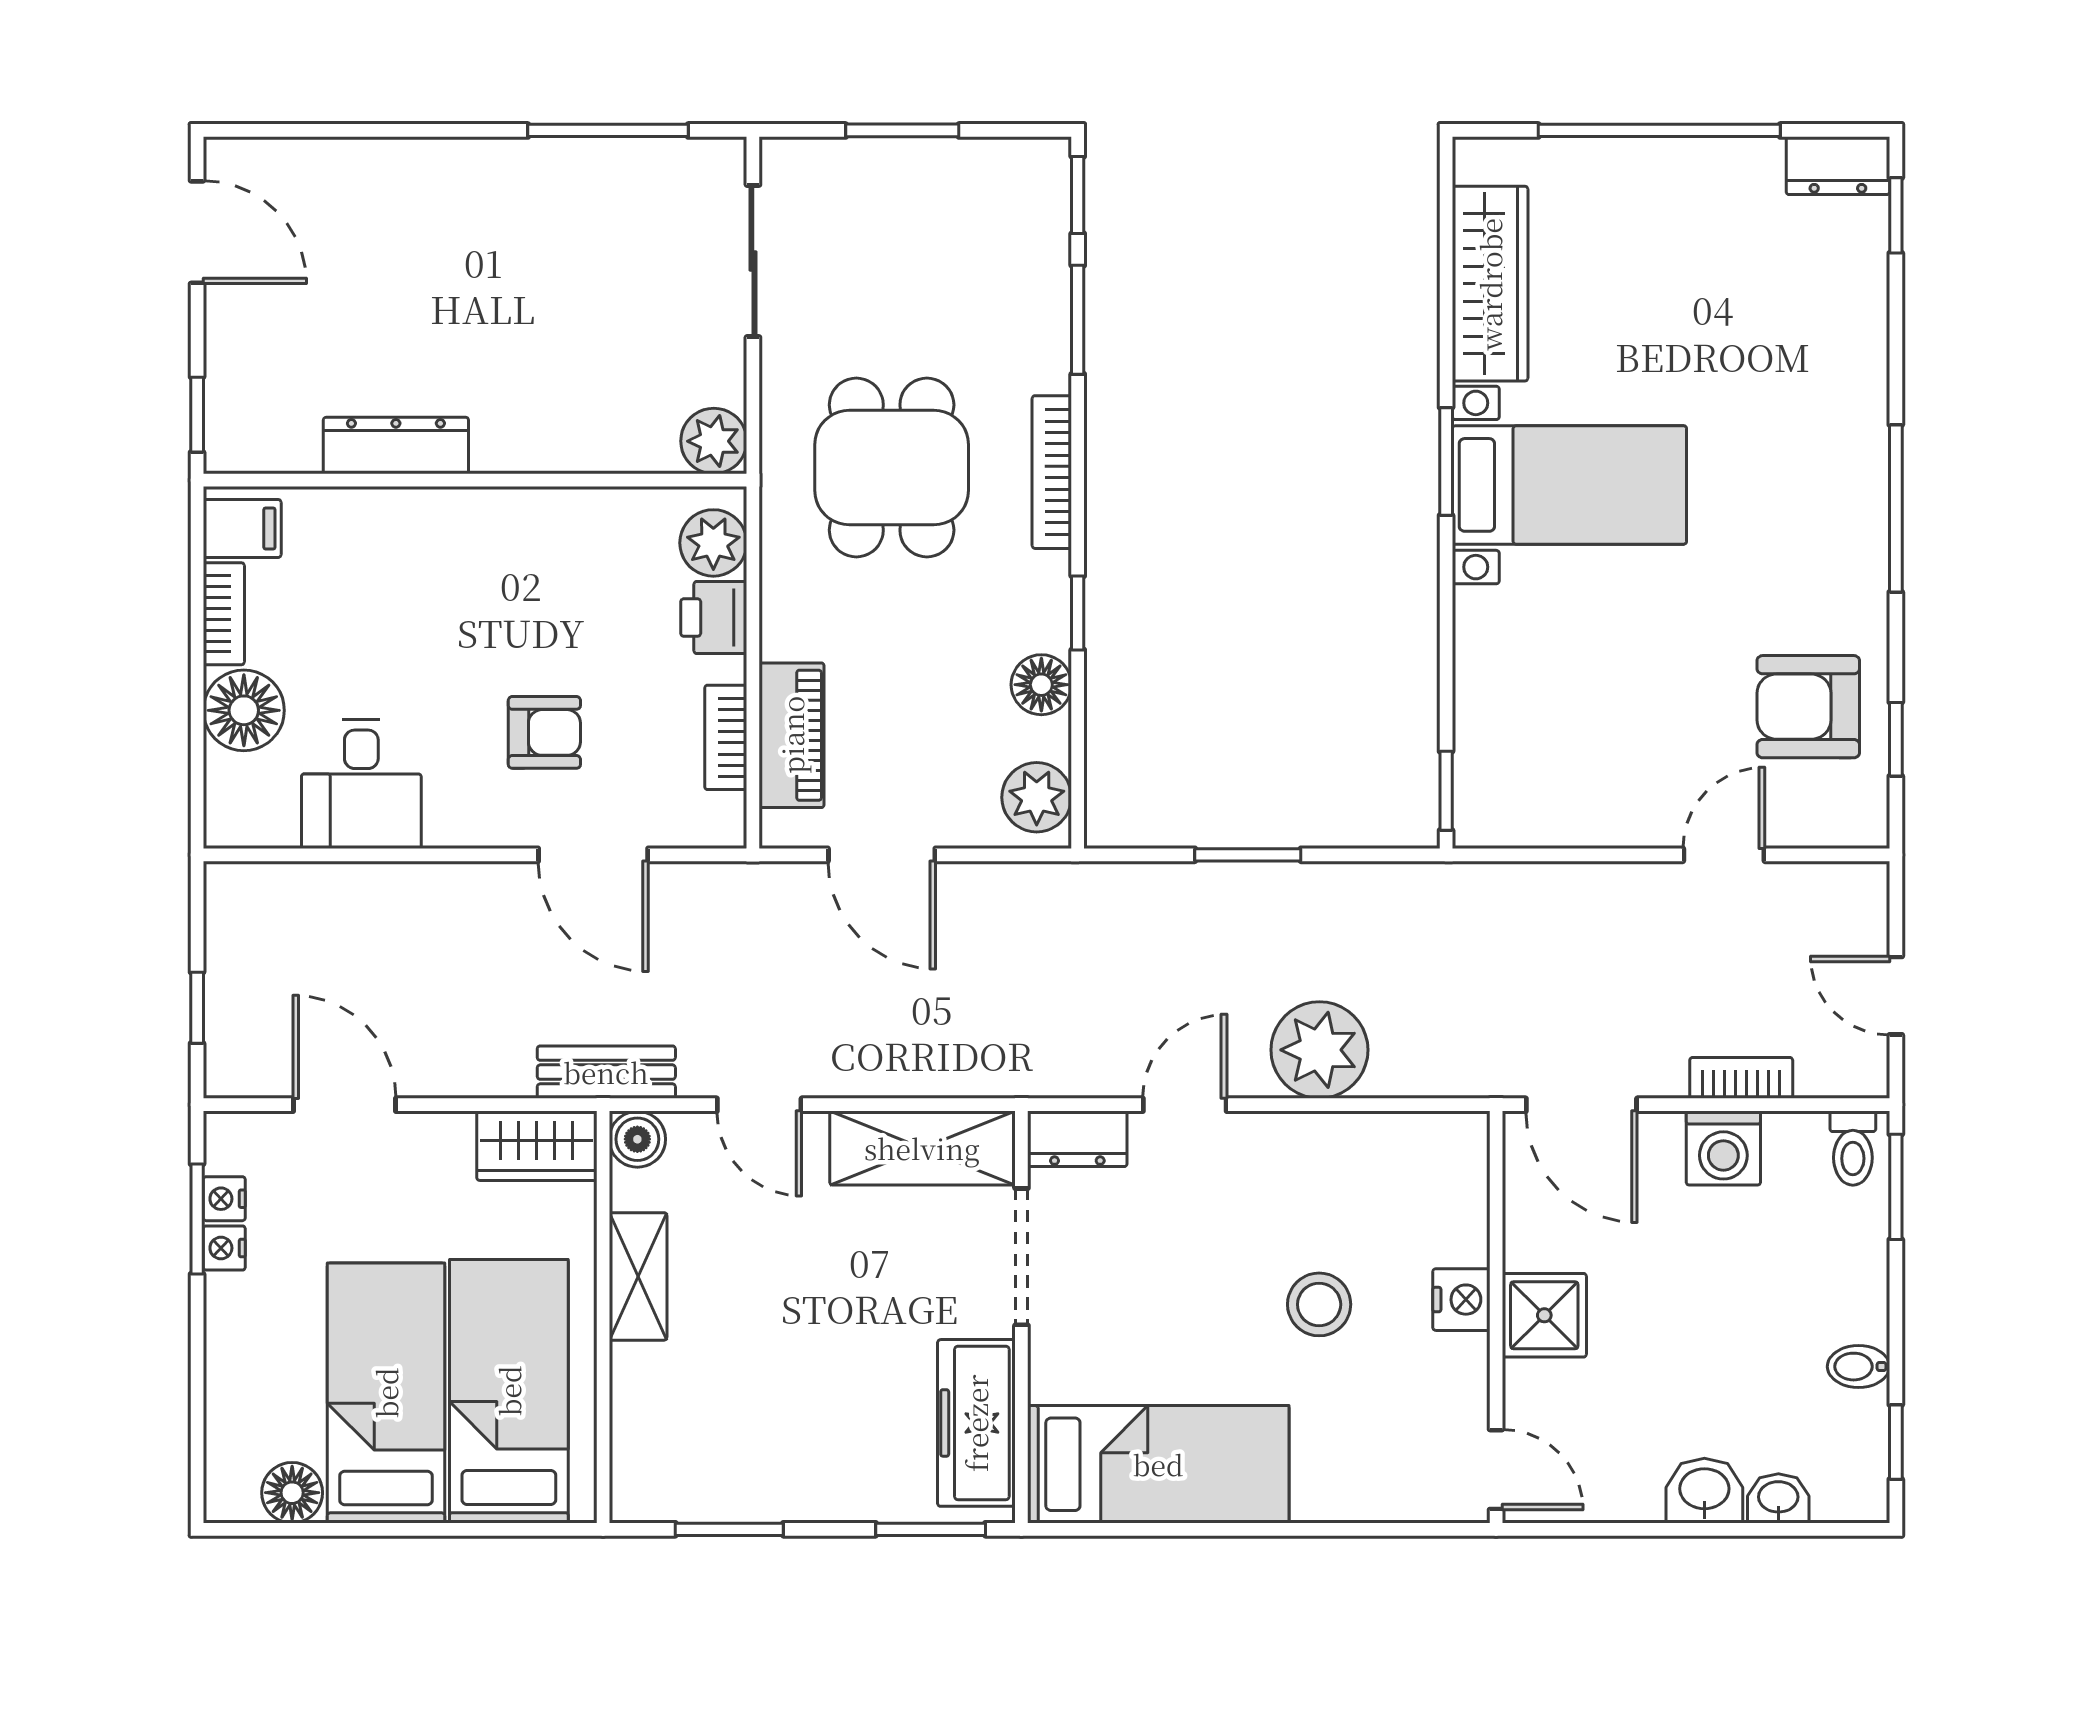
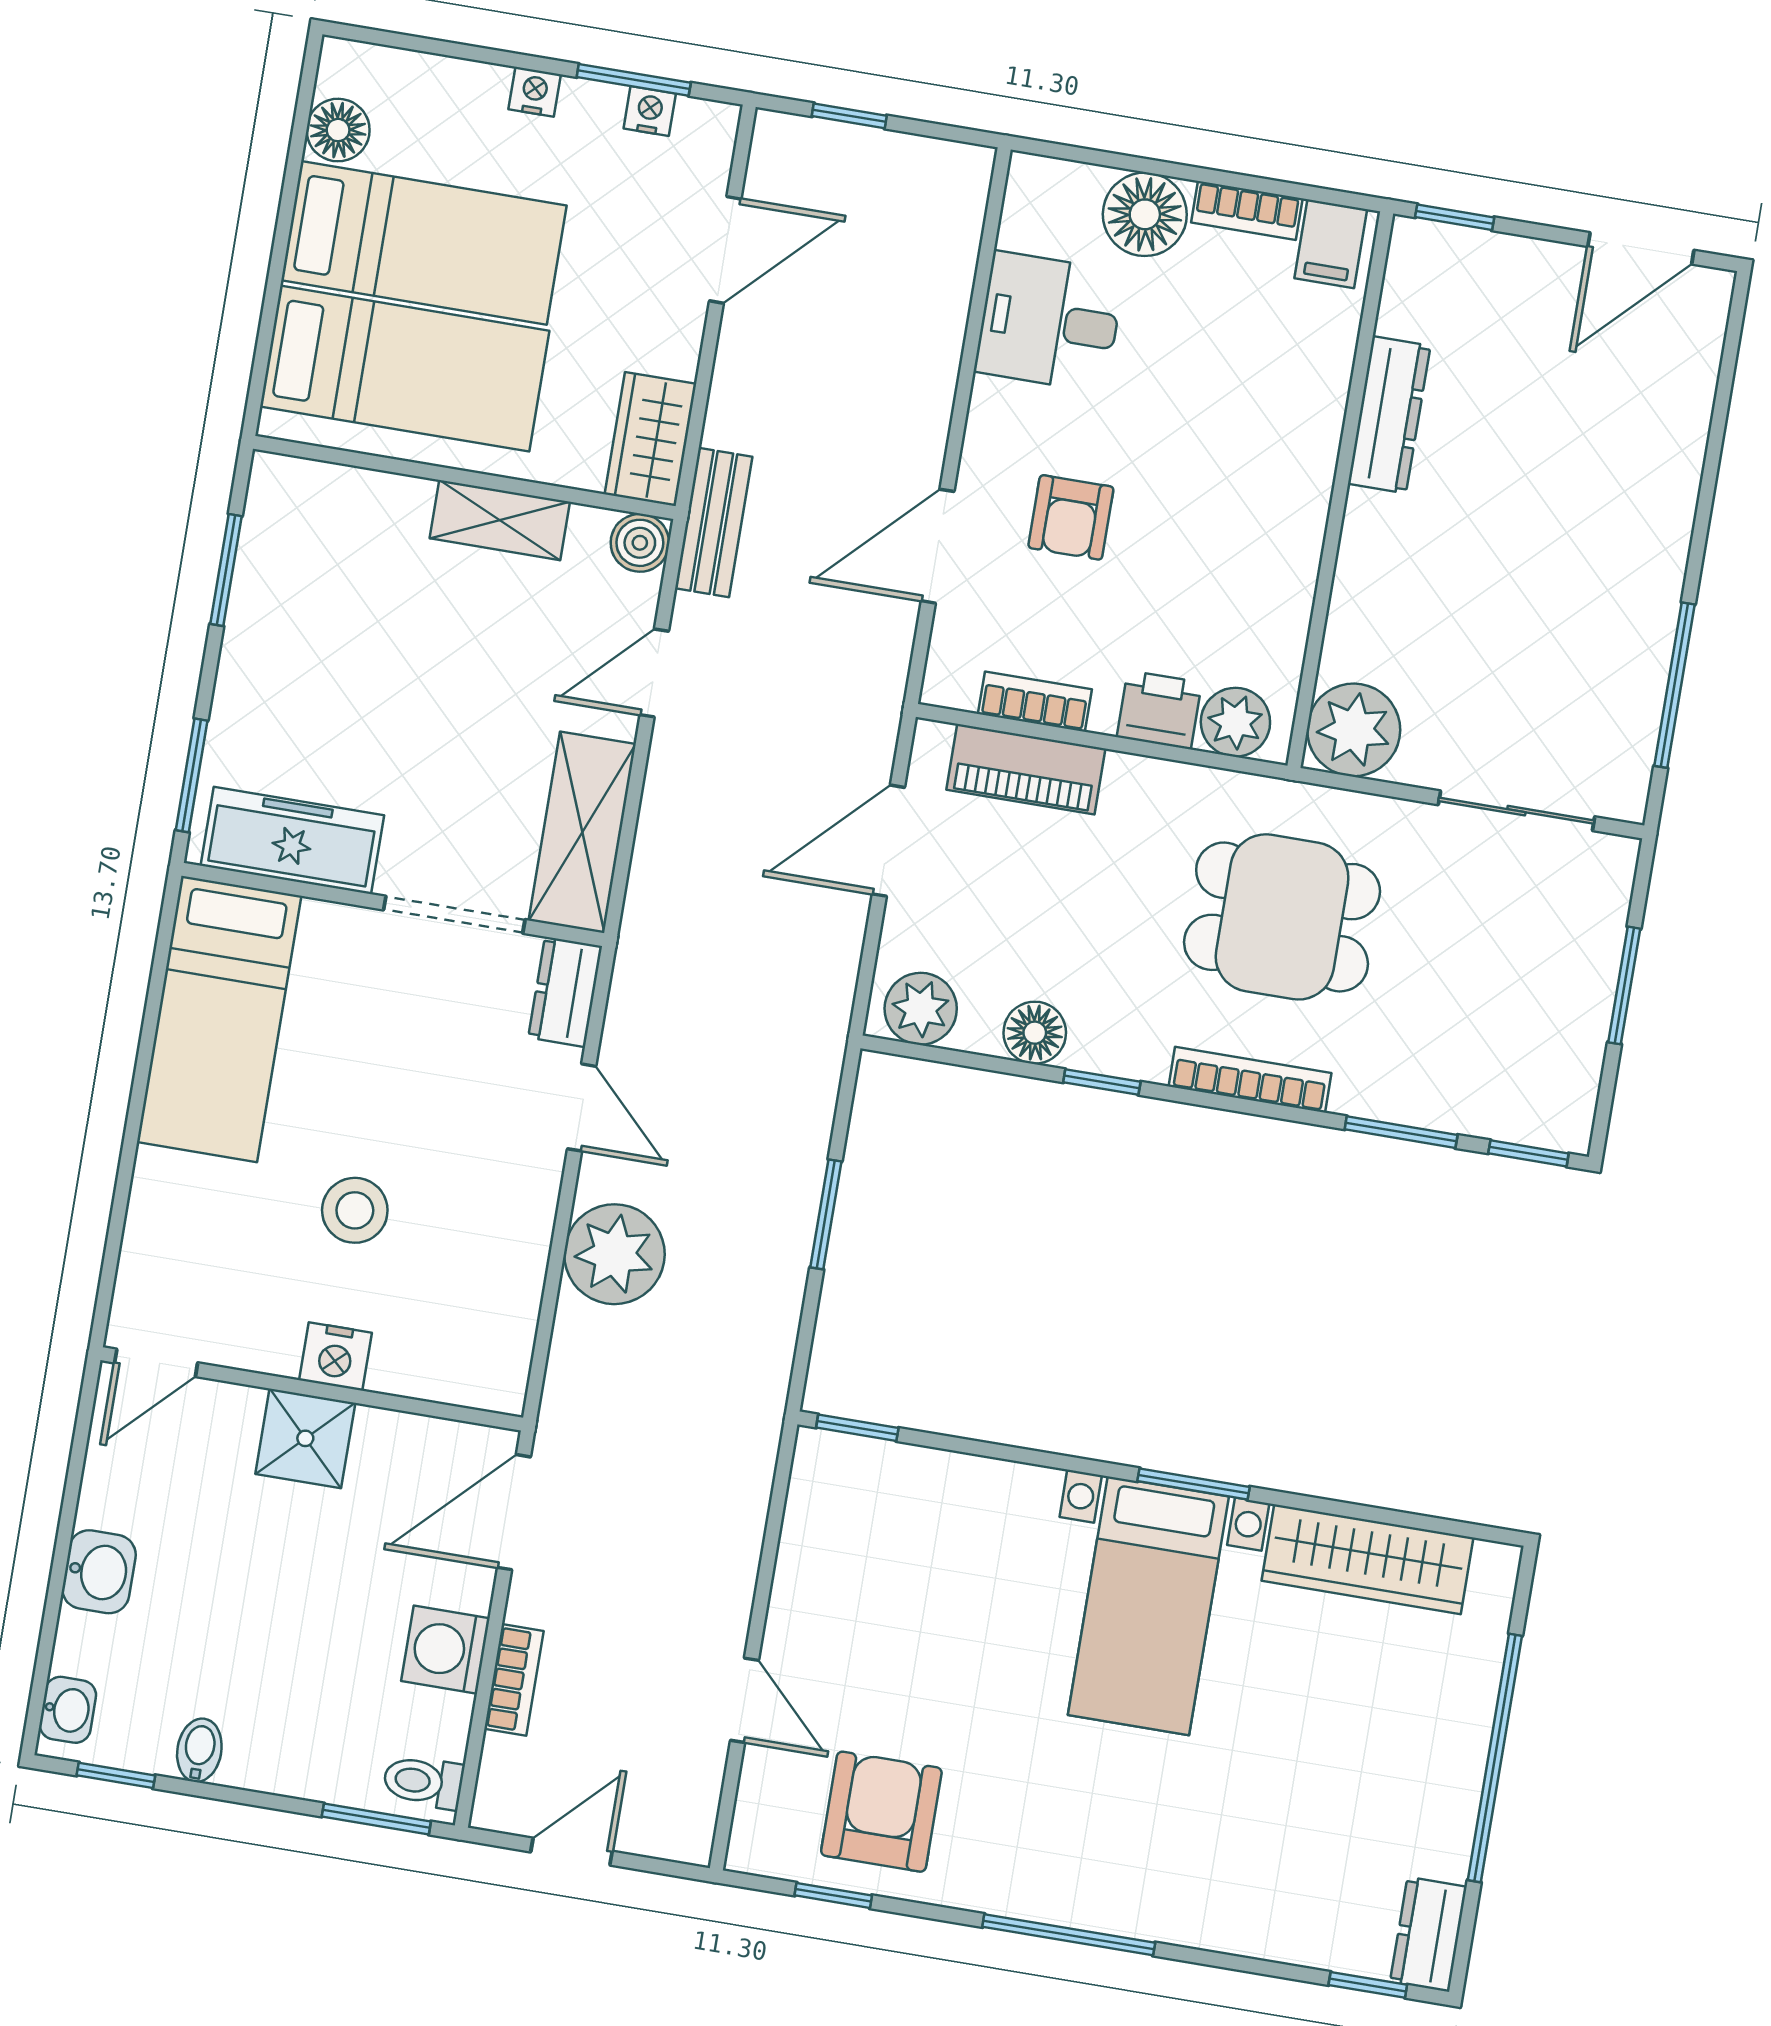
plant: (714, 441) -> (1354, 730), width x1.36, depth x1.36
nightstand: (224, 1248) -> (535, 92), moved
washbasin: (1778, 1498) -> (68, 1710), moved

